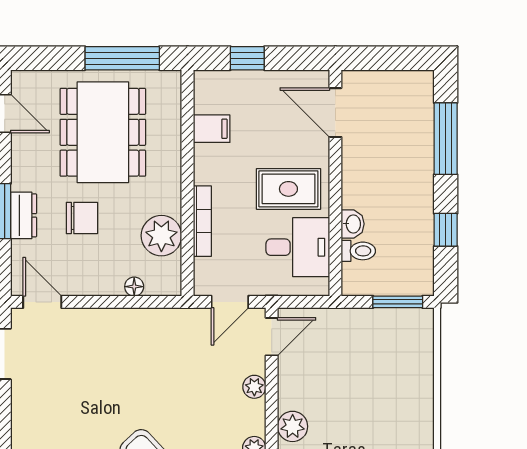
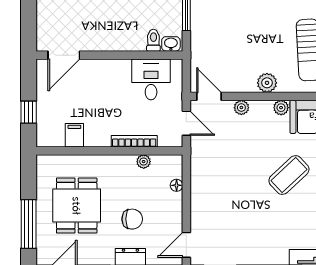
window: (122, 58) -> (29, 224), moved
dining table: (103, 132) -> (77, 206), width x0.73
rug: (288, 189) -> (113, 85), removed
chair: (82, 218) -> (132, 219), turned 90
washbasin: (353, 224) -> (171, 44), moved
plant: (161, 236) -> (144, 162), width x0.53, depth x0.53

